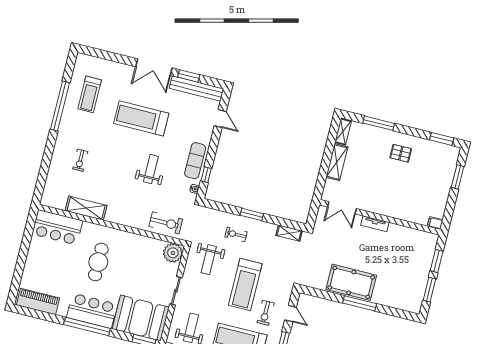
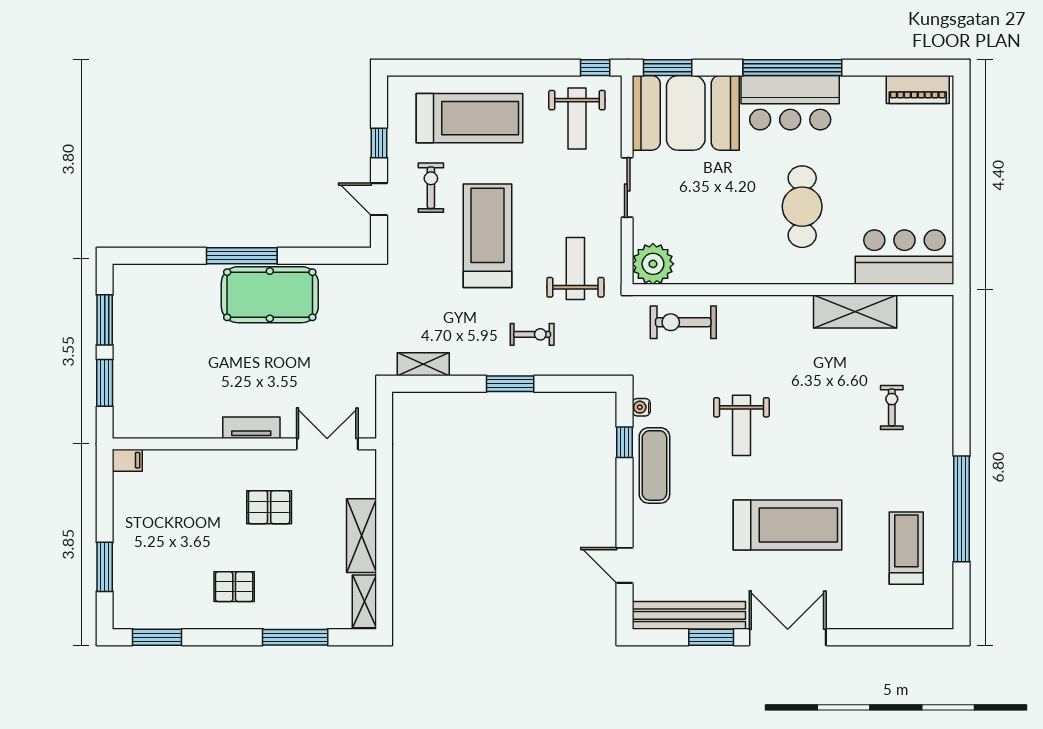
pallet: (376, 186) -> (269, 507), added
piano: (38, 302) -> (918, 90), width x0.73, depth x0.75

